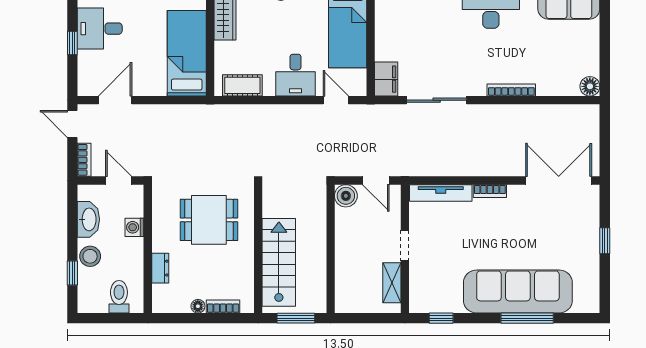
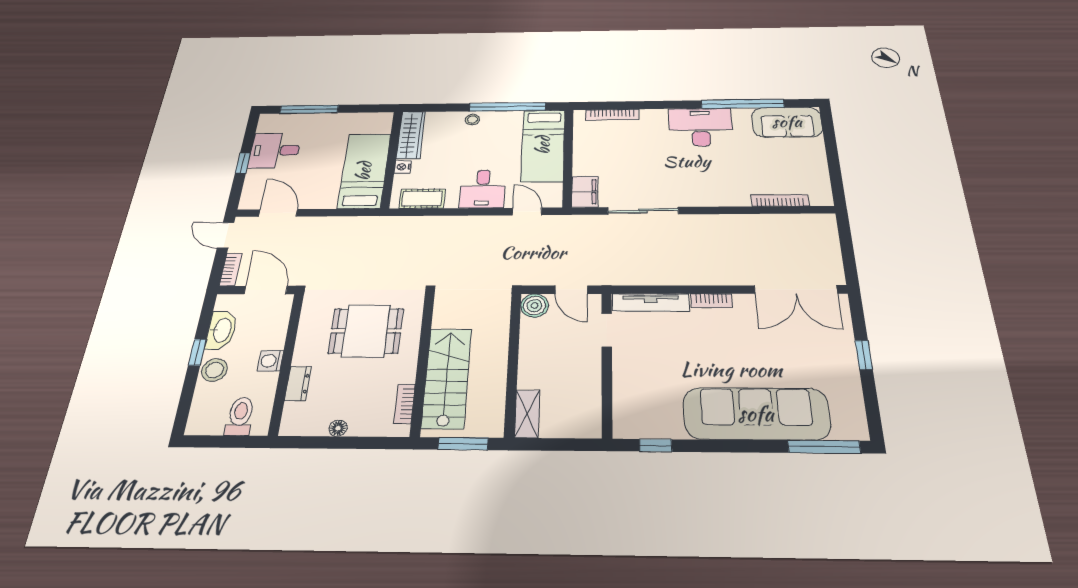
nightstand: (221, 49) -> (403, 167), added
floor lamp: (590, 86) -> (821, 197), removed
bookcase: (511, 90) -> (780, 200), moved
door: (115, 100) -> (278, 213), hinge flipped
door: (118, 181) -> (266, 290), width x1.38
double door: (559, 181) -> (796, 289), swing flipped
washing machine: (134, 227) -> (270, 361), moved
doorway: (405, 245) -> (607, 330), moved
window: (72, 273) -> (197, 352), moved
shelving: (392, 283) -> (527, 414), moved
bookcase: (223, 306) -> (405, 404), moved, turned -90
window: (527, 318) -> (824, 447), moved

